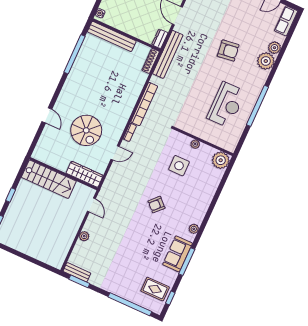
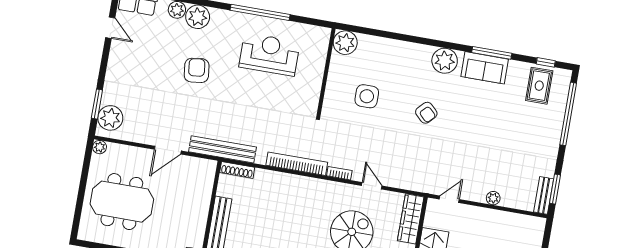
dresser: (160, 39) -> (204, 165), removed
plant: (195, 144) -> (332, 82), removed
plant: (194, 229) -> (445, 61), width x1.88, depth x1.88

